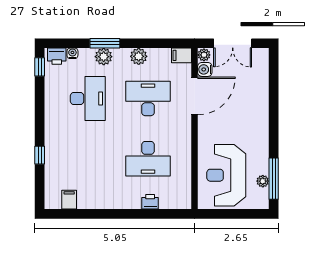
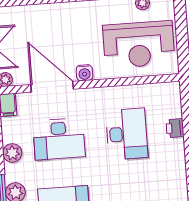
water cooler: (205, 69) -> (84, 73), moved
desk: (148, 99) -> (59, 139), turned -90

